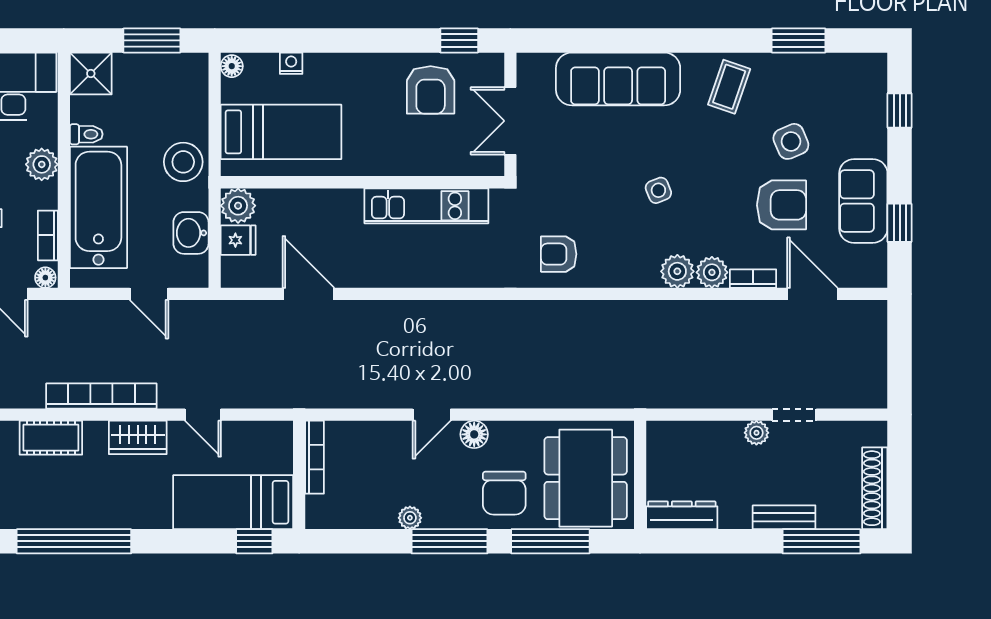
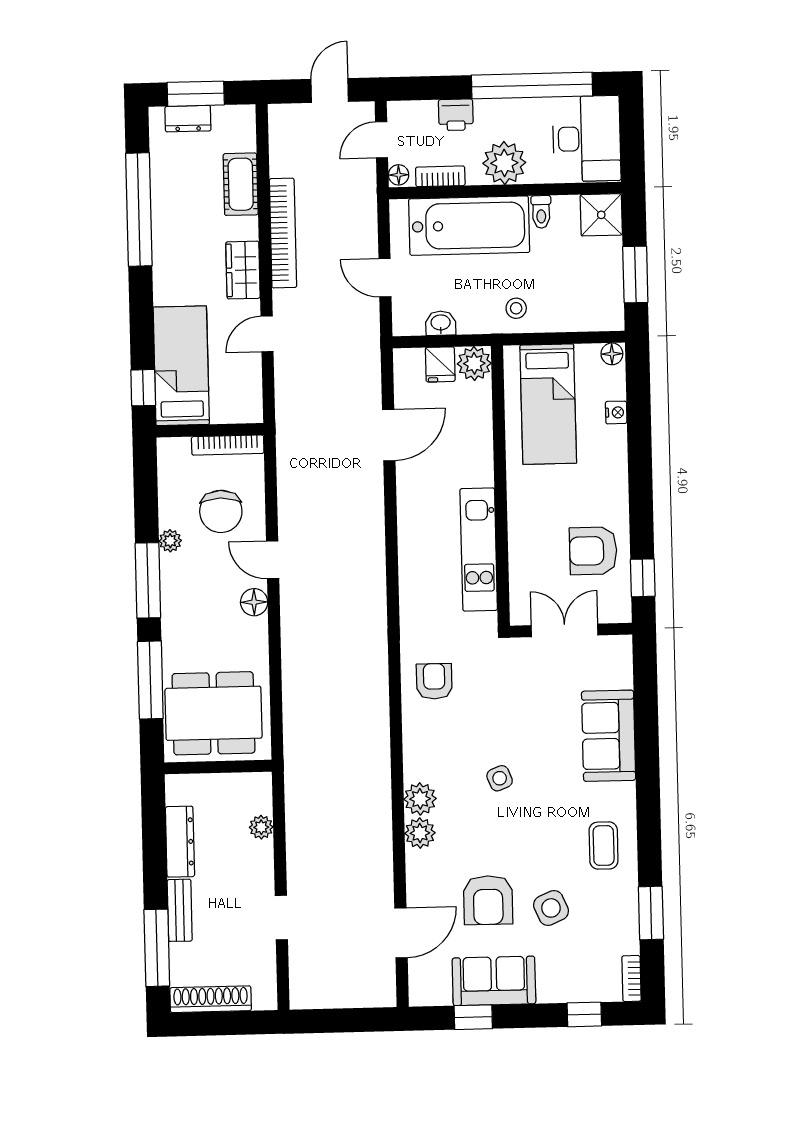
sofa: (618, 79) -> (609, 736), width x0.73
coffee table: (729, 87) -> (604, 846), turned 71
stool: (183, 162) -> (516, 308), width x0.53, depth x0.53
plant: (42, 164) -> (504, 163), width x1.36, depth x1.36
washbasin: (191, 233) -> (441, 323), width x0.72, depth x0.69
bookcase: (753, 279) -> (631, 979), moved, turned 180
door: (149, 294) -> (385, 278), hinge flipped
plant: (756, 433) -> (261, 827), moved
chair: (504, 493) -> (221, 511), moved, turned -90
dresser: (682, 515) -> (180, 842), moved

